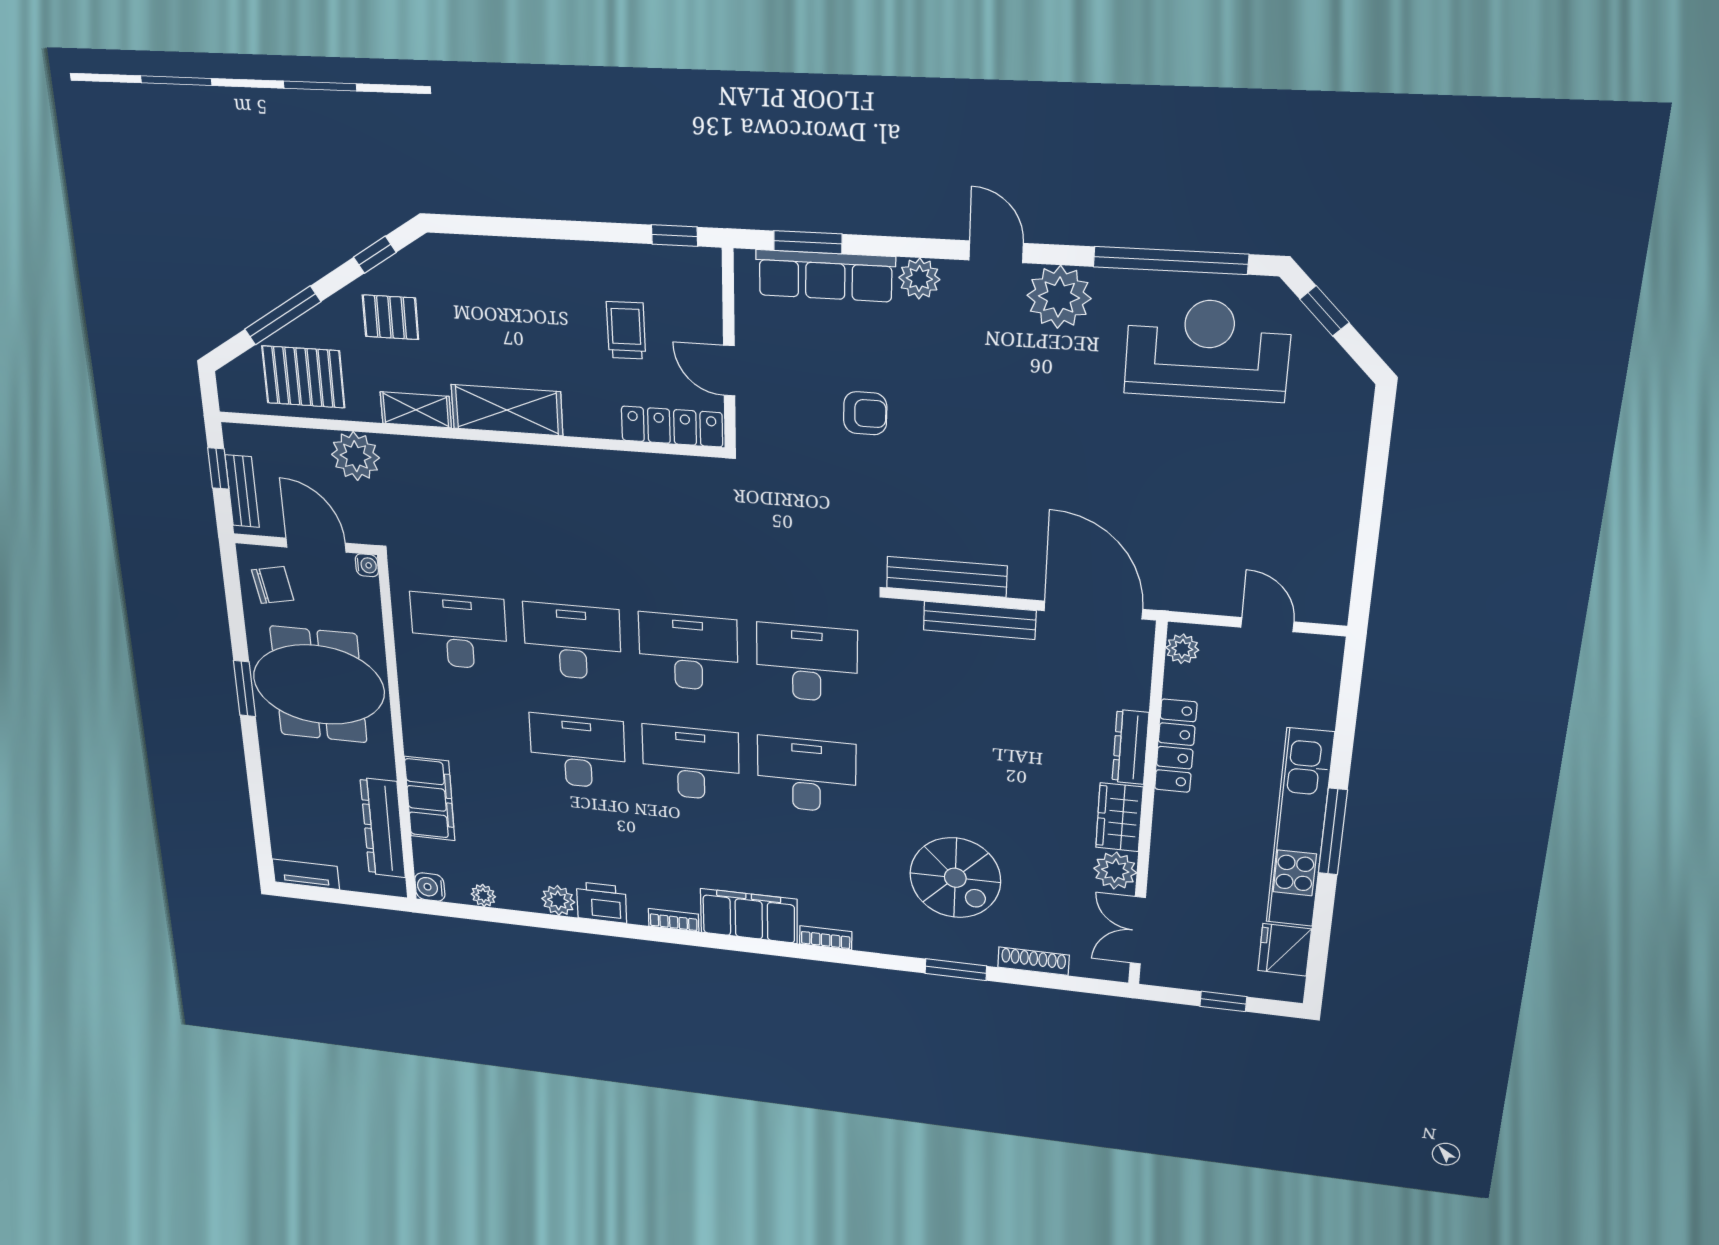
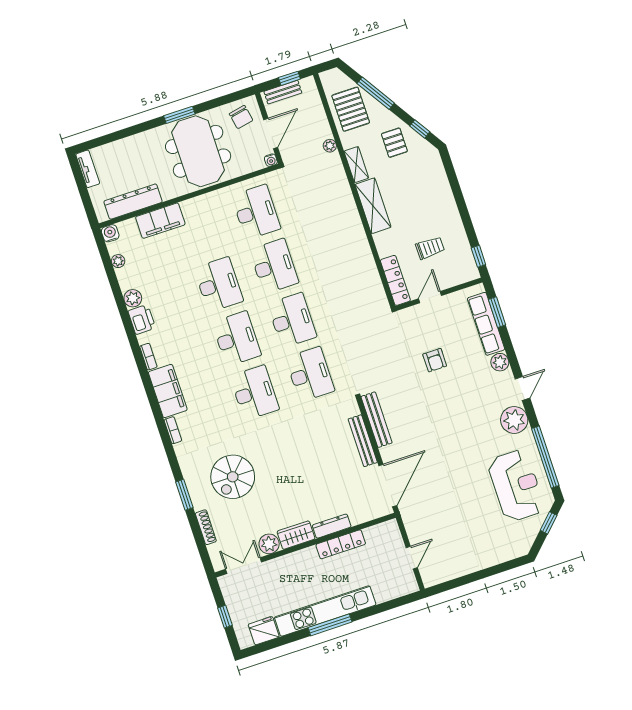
plant: (355, 456) -> (330, 146), width x0.53, depth x0.53
plant: (1182, 649) -> (386, 529), removed

